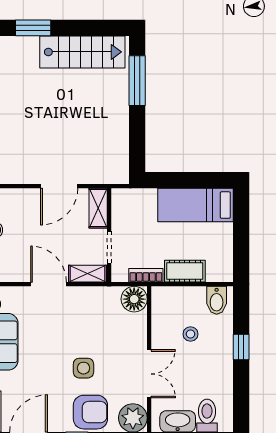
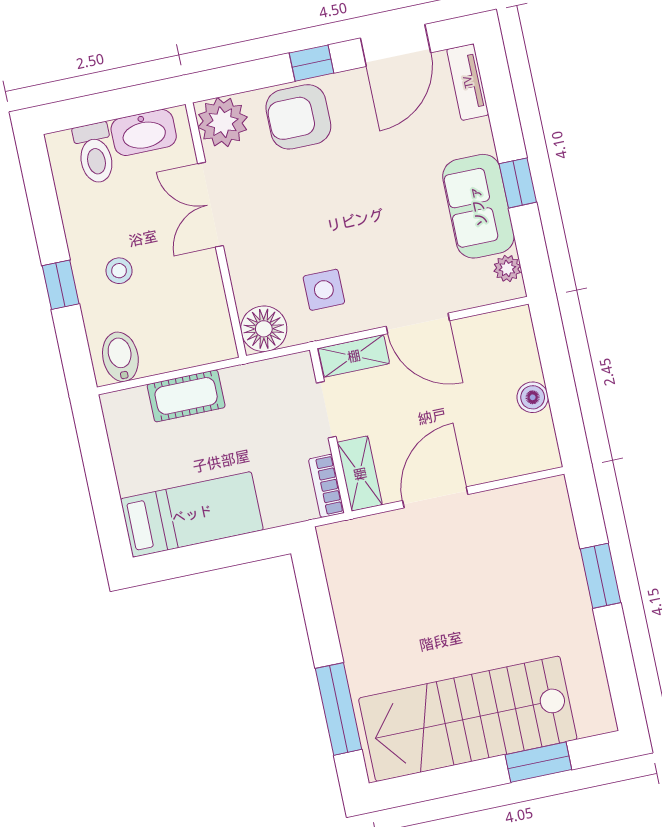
stairs: (82, 52) -> (468, 719), width x1.36, depth x1.51
bookcase: (146, 275) -> (326, 486), moved, turned 90
stool: (191, 334) -> (119, 271), moved
side table: (83, 368) -> (324, 290), moved

